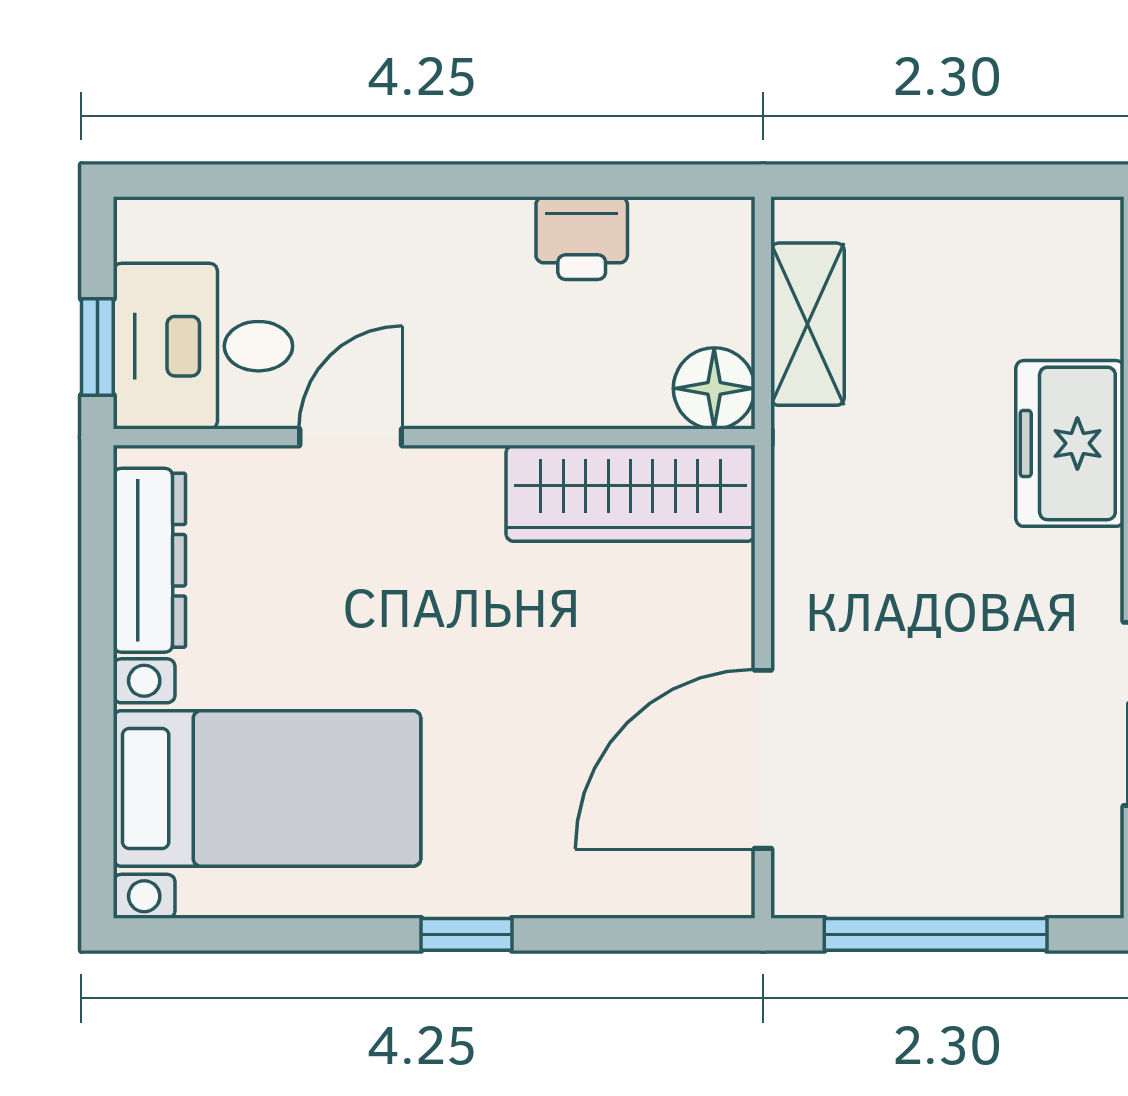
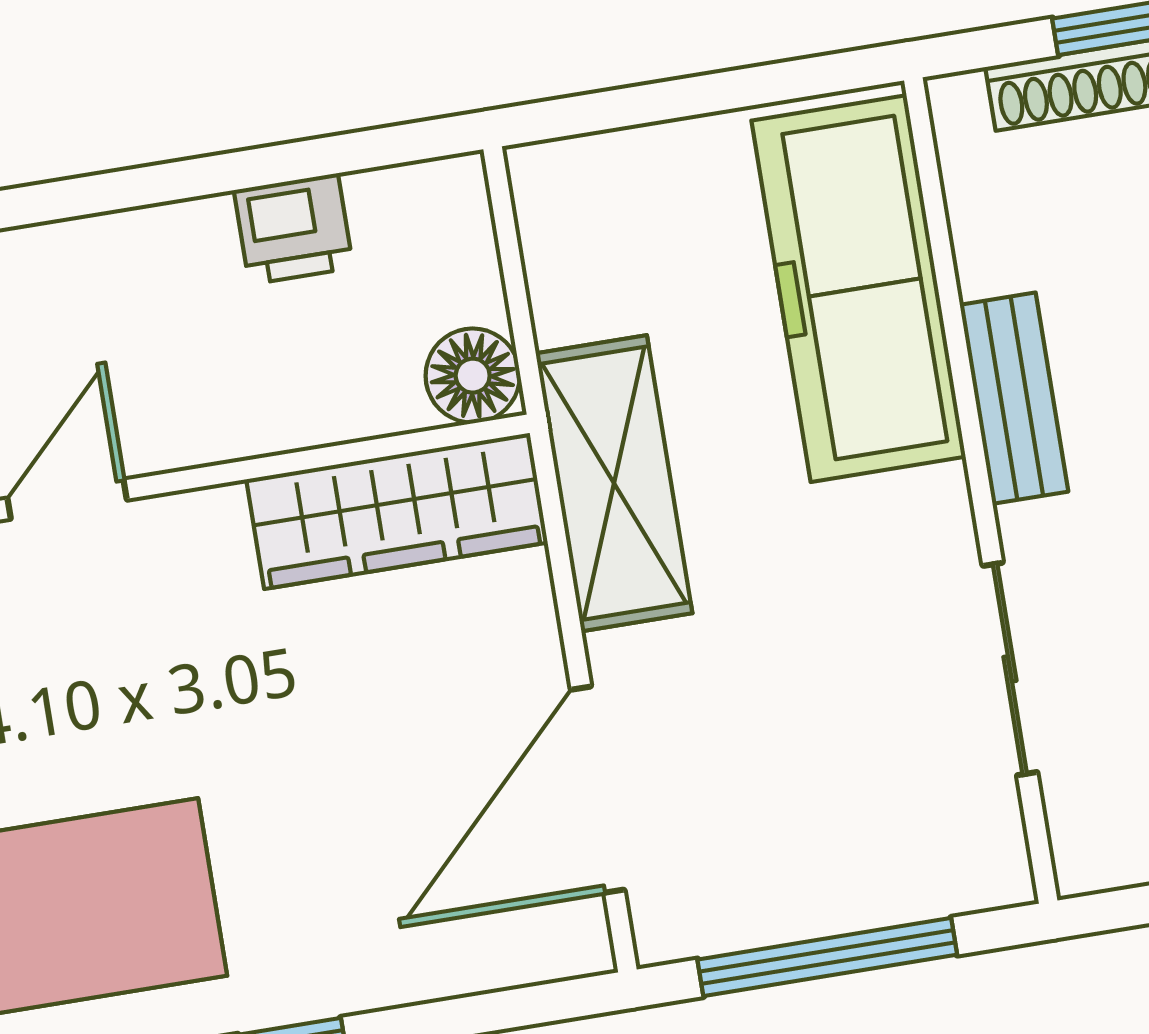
shelving: (808, 324) -> (614, 483), moved, width x1.50, depth x1.33
freezer: (1070, 443) -> (859, 289), width x1.91, depth x1.26

